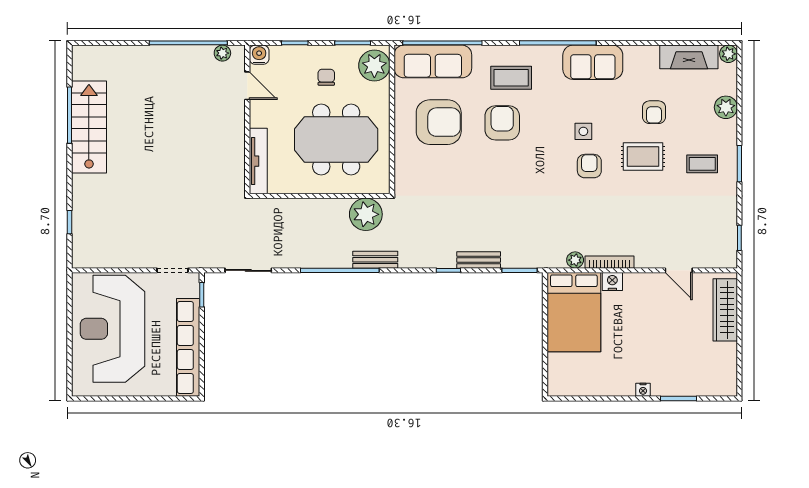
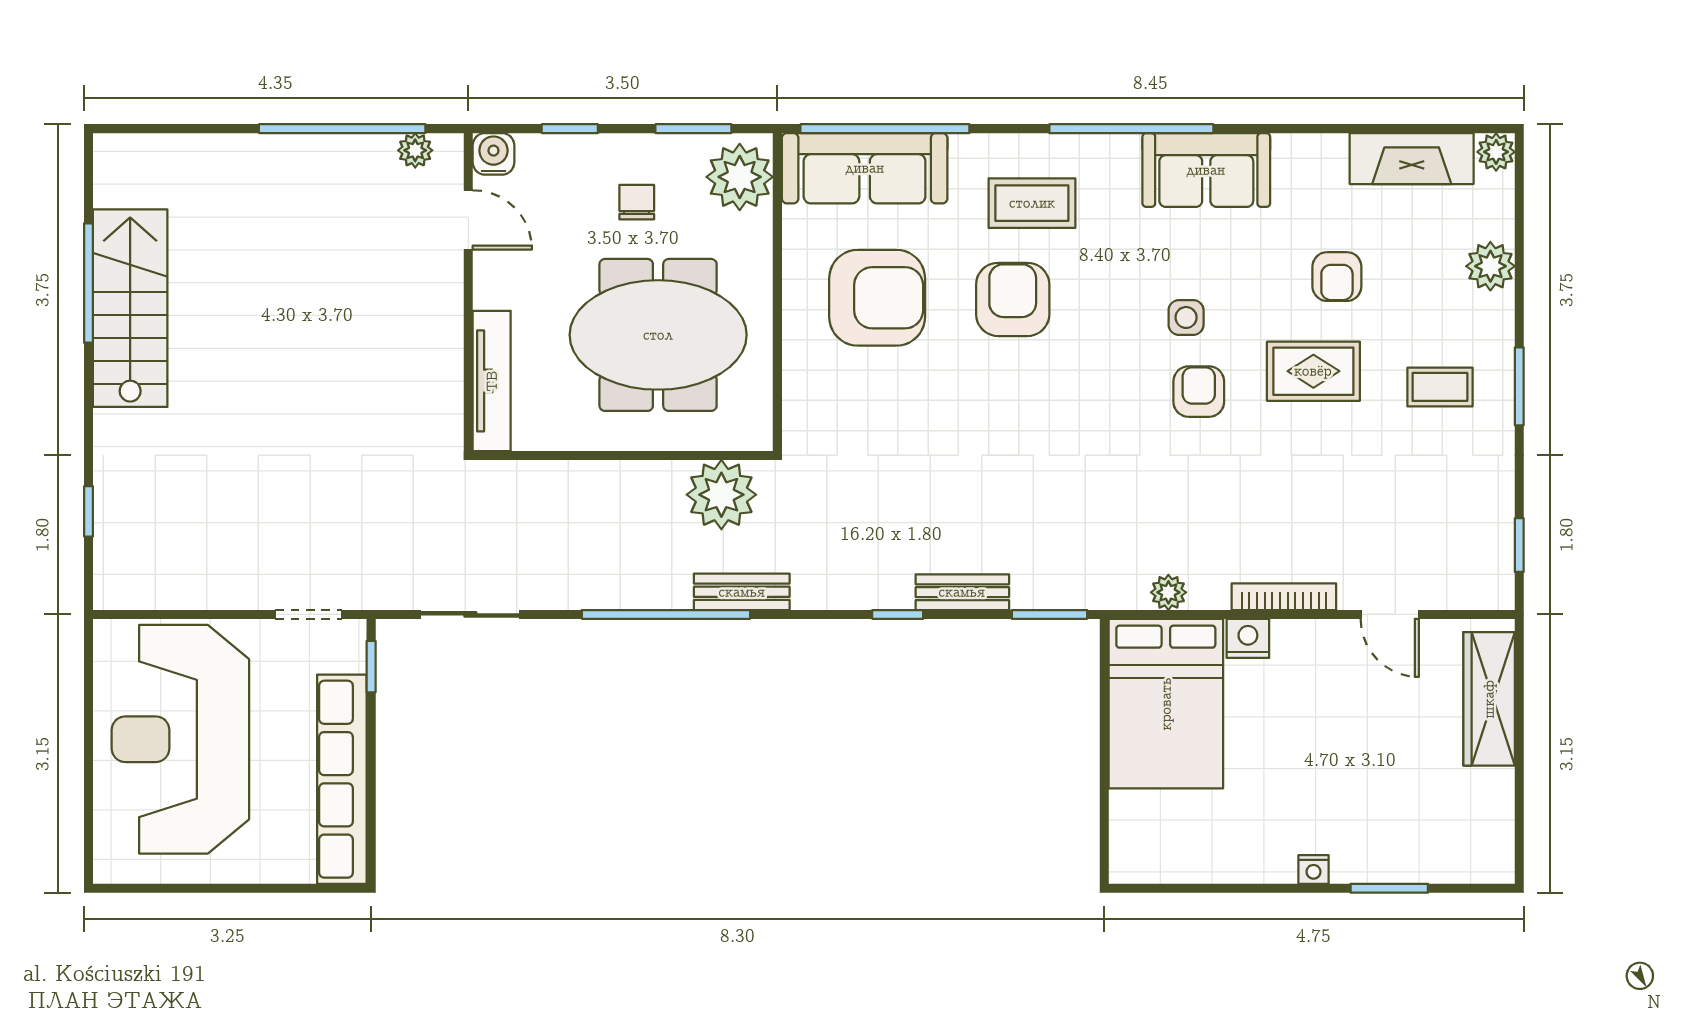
bookcase: (609, 262) -> (1284, 597), moved

